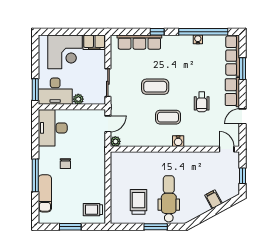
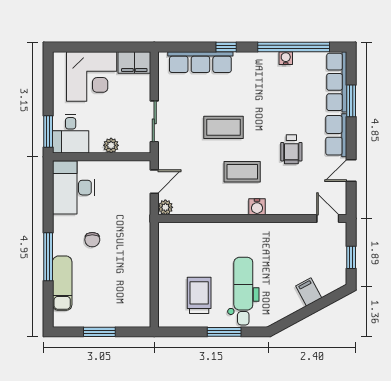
desk: (55, 91) -> (71, 134), width x0.73
trolley: (93, 210) -> (132, 307), removed

